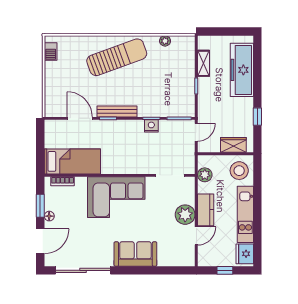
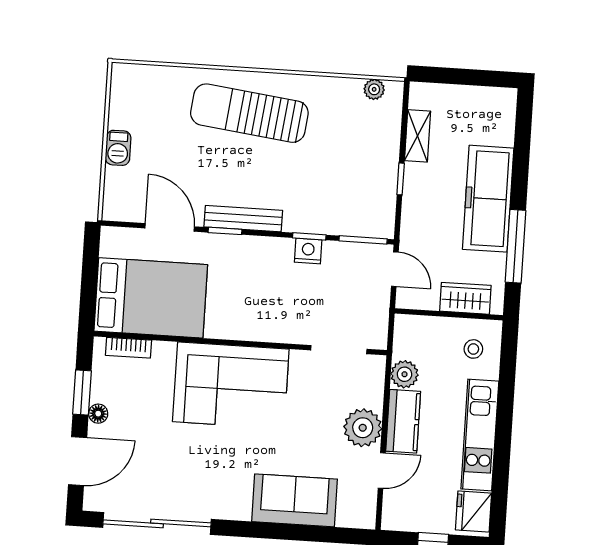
plant: (165, 41) -> (374, 89), moved
barbecue: (51, 52) -> (118, 148), moved
sun lounger: (117, 57) -> (249, 113), turned -153
freezer: (242, 70) -> (488, 199), moved
window: (257, 117) -> (516, 246), width x2.17
door: (196, 132) -> (395, 269), hinge flipped
bed: (72, 161) -> (151, 298), width x1.50
stool: (239, 171) -> (473, 349), width x0.53, depth x0.53
plant: (205, 175) -> (404, 374), moved
sofa: (135, 254) -> (295, 500), moved

